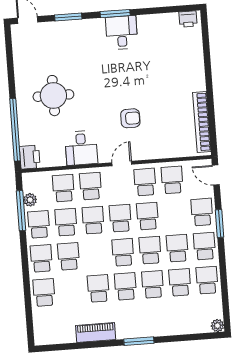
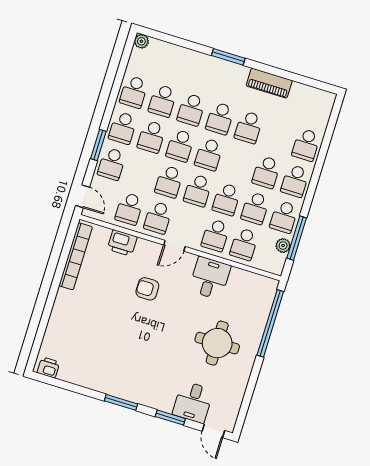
desk: (122, 33) -> (193, 402), moved
printer: (30, 157) -> (122, 243), moved, turned -90

